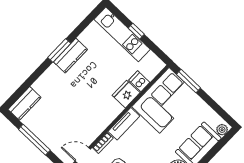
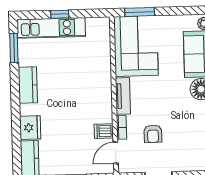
window: (59, 50) -> (14, 48), moved
dishwasher: (139, 81) -> (104, 131), moved
fridge: (126, 94) -> (30, 128), moved, turned 180

